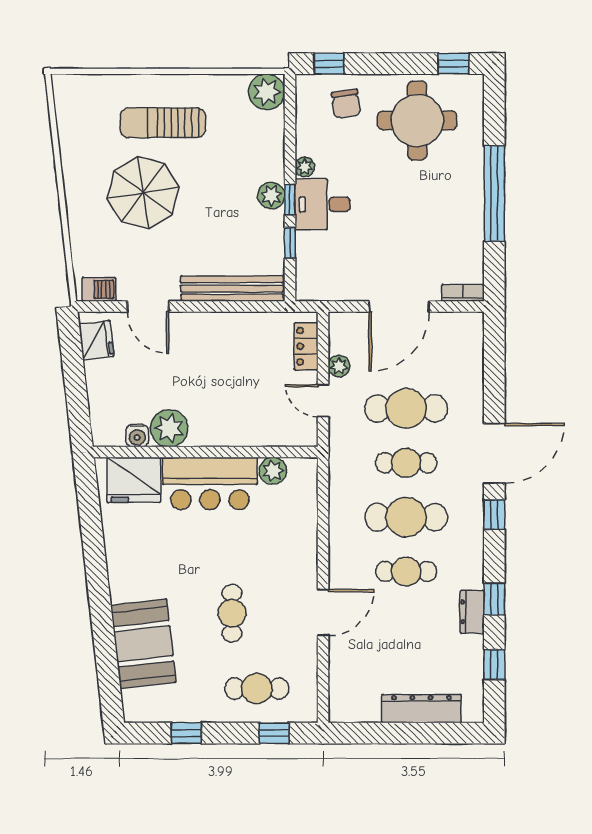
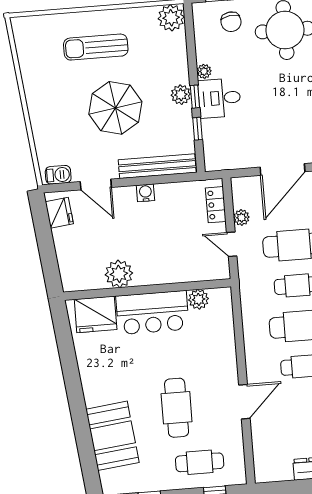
parasol: (143, 193) -> (115, 108), moved
water cooler: (137, 436) -> (145, 193), moved, turned 180
cafe table: (232, 613) -> (177, 408), width x1.37, depth x1.35

